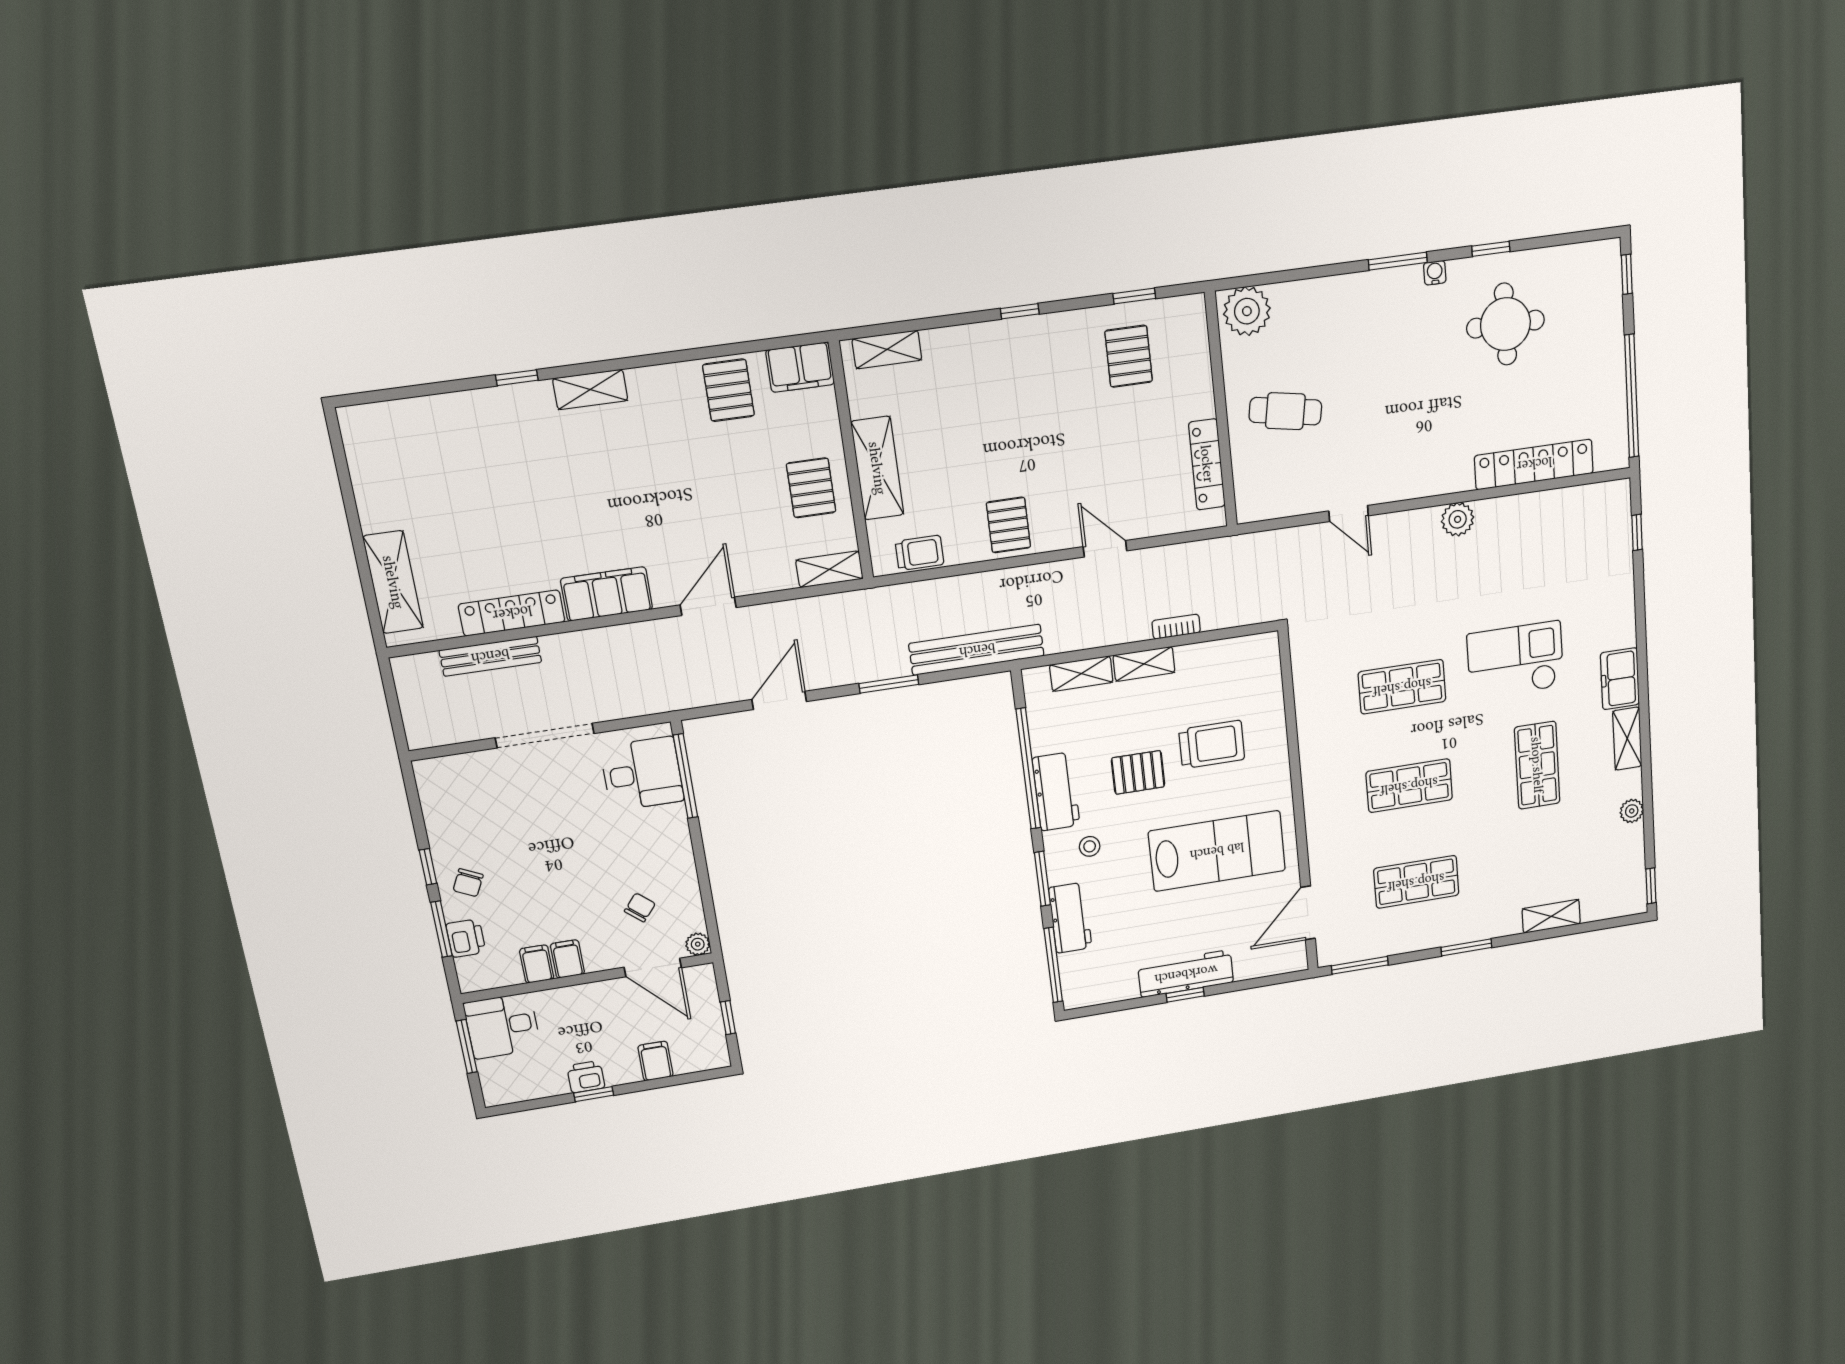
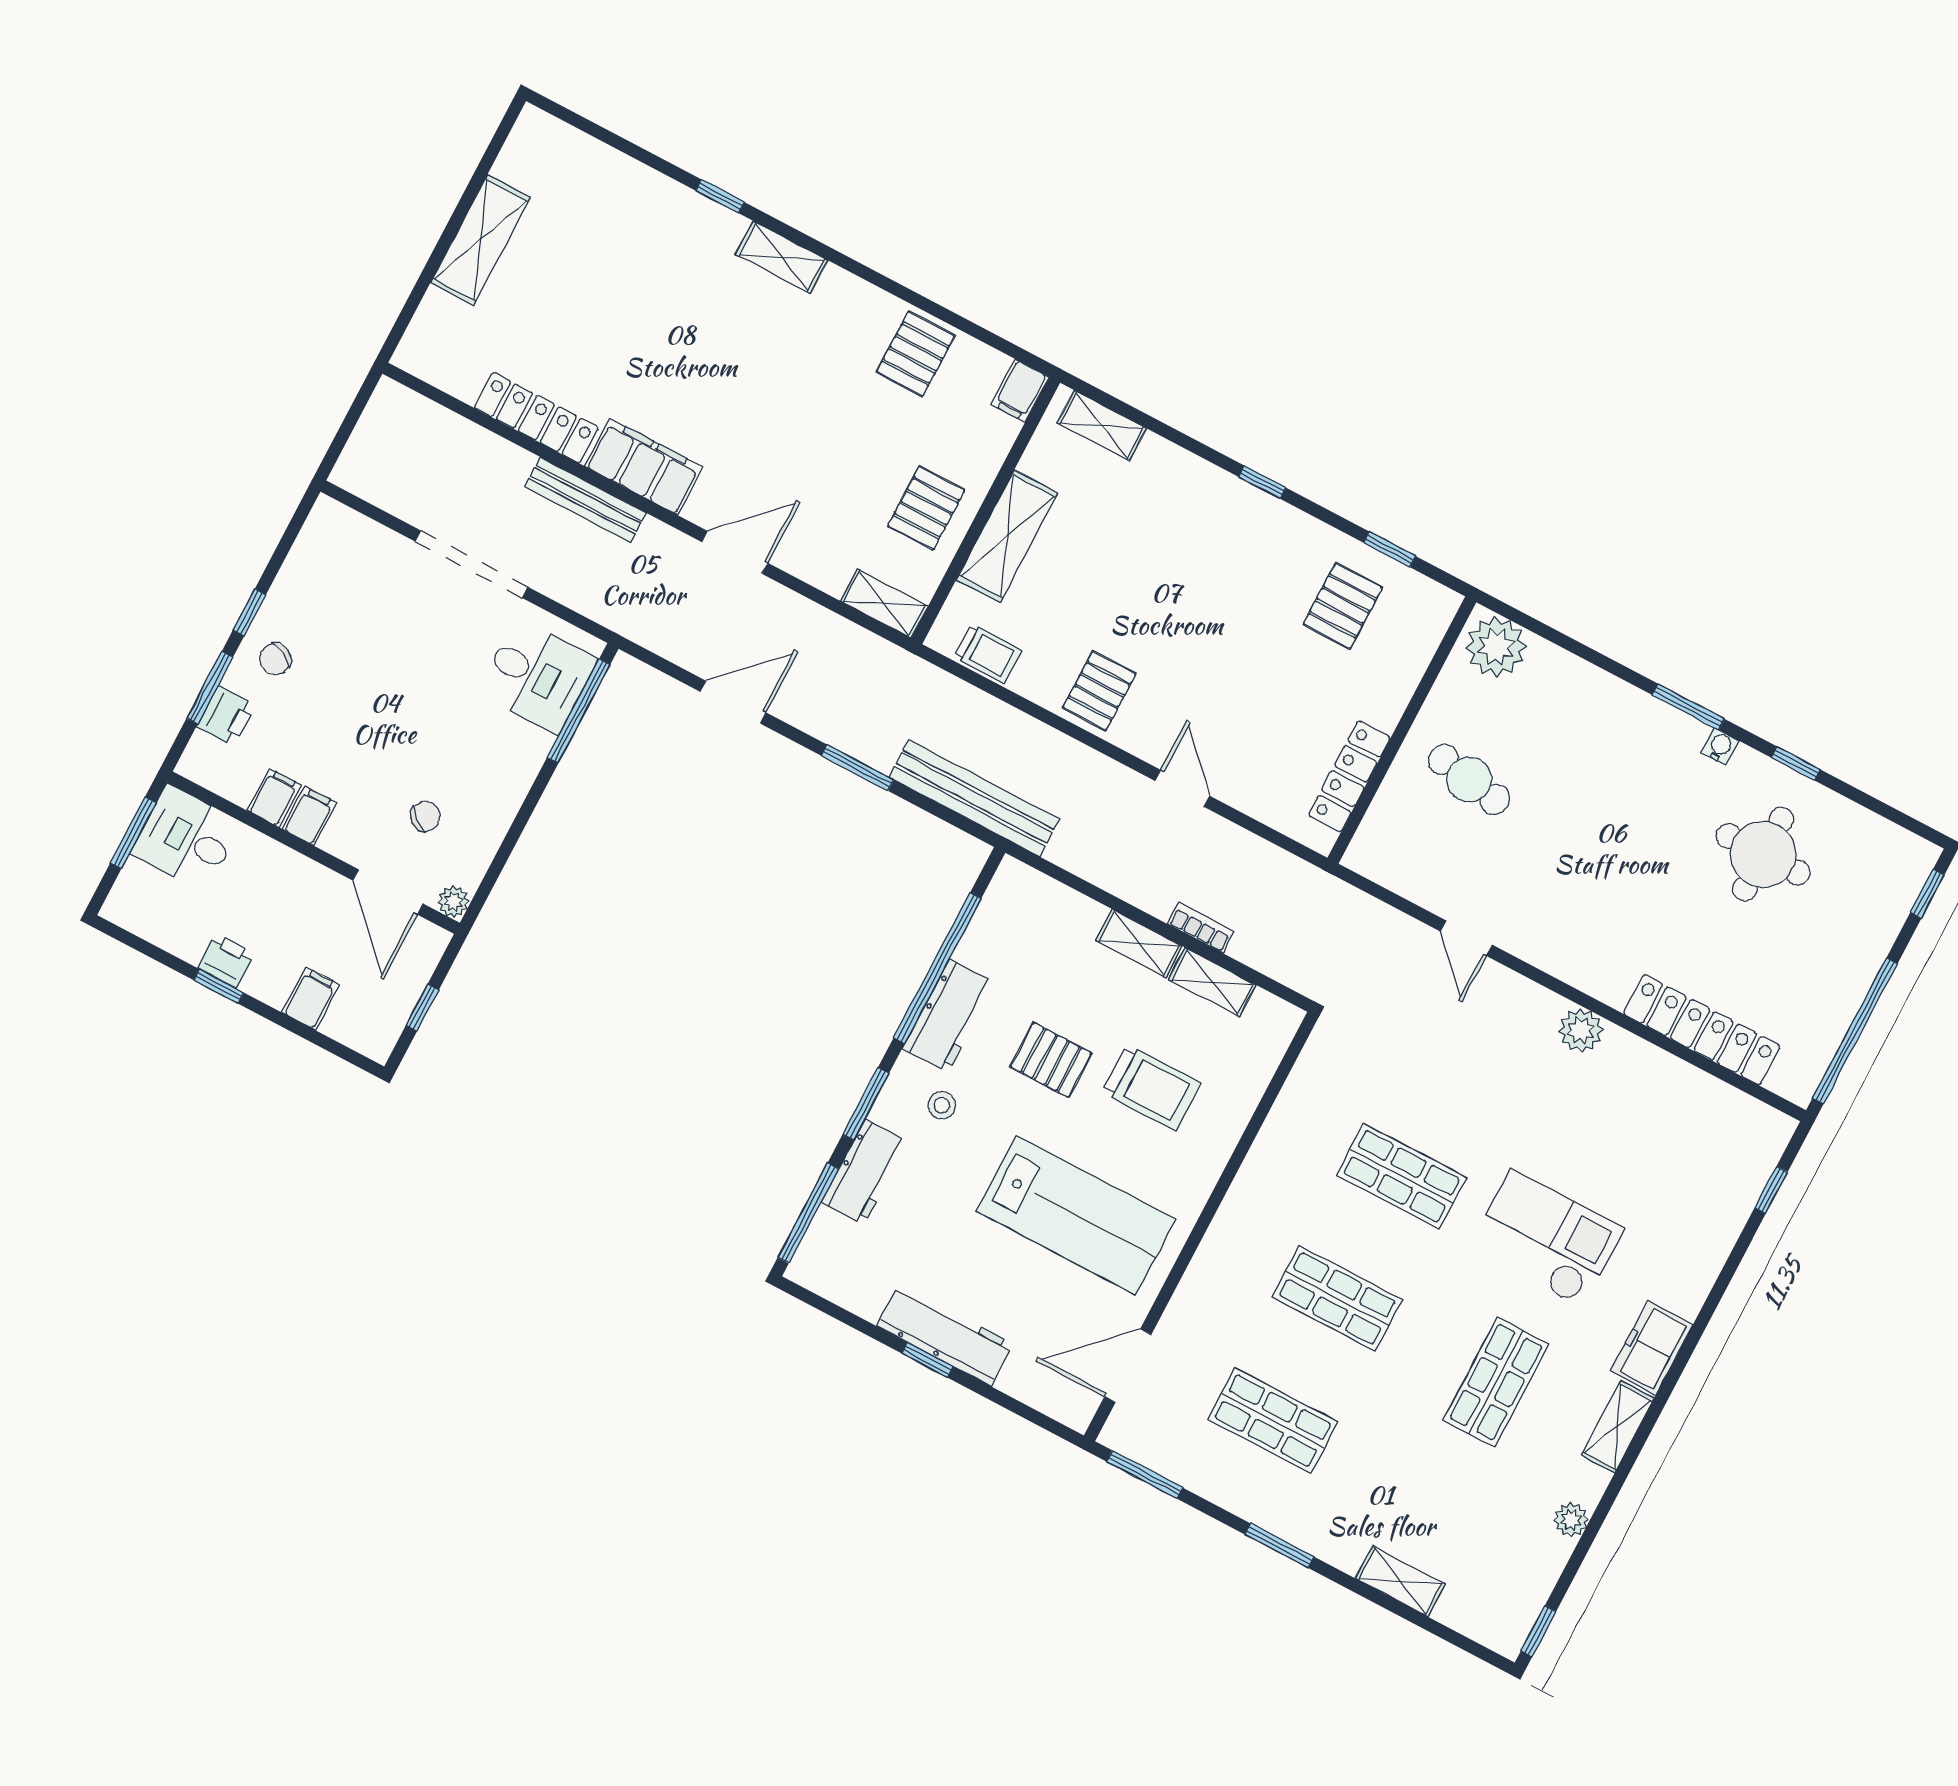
filing cabinet: (800, 367) -> (1020, 391), width x0.50
shelving: (393, 582) -> (481, 240), moved
bench: (490, 656) -> (585, 500), moved
shelving: (1081, 674) -> (1212, 982), moved

